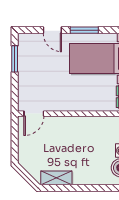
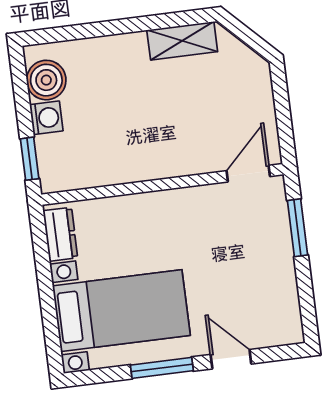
window: (15, 59) -> (297, 228), moved

